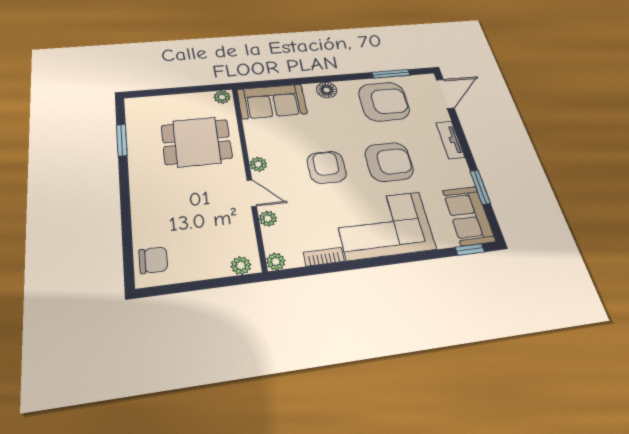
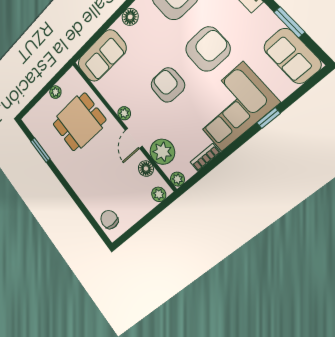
plant: (222, 97) -> (55, 92), moved
door: (252, 193) -> (134, 138), swing flipped
plant: (268, 219) -> (162, 152), width x1.87, depth x1.87
floor lamp: (244, 231) -> (146, 169), added
window: (470, 250) -> (268, 118), moved
chair: (153, 260) -> (109, 220), turned -90

